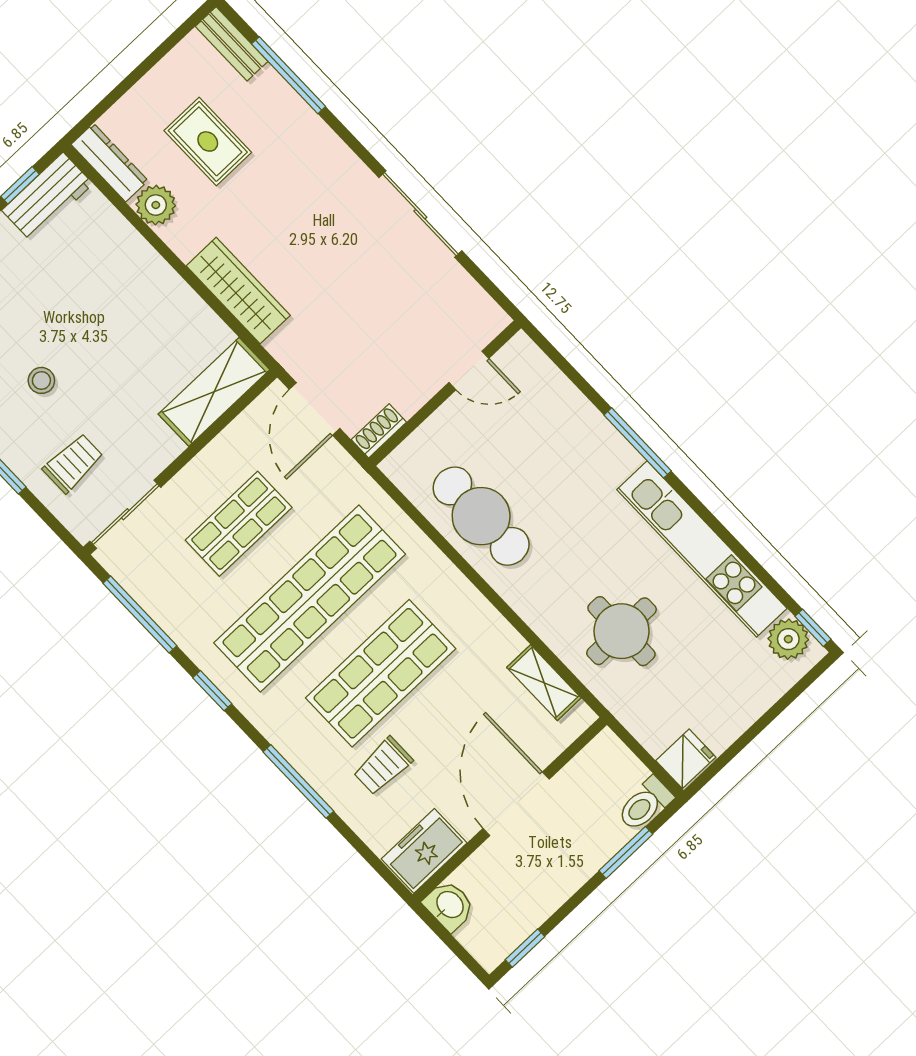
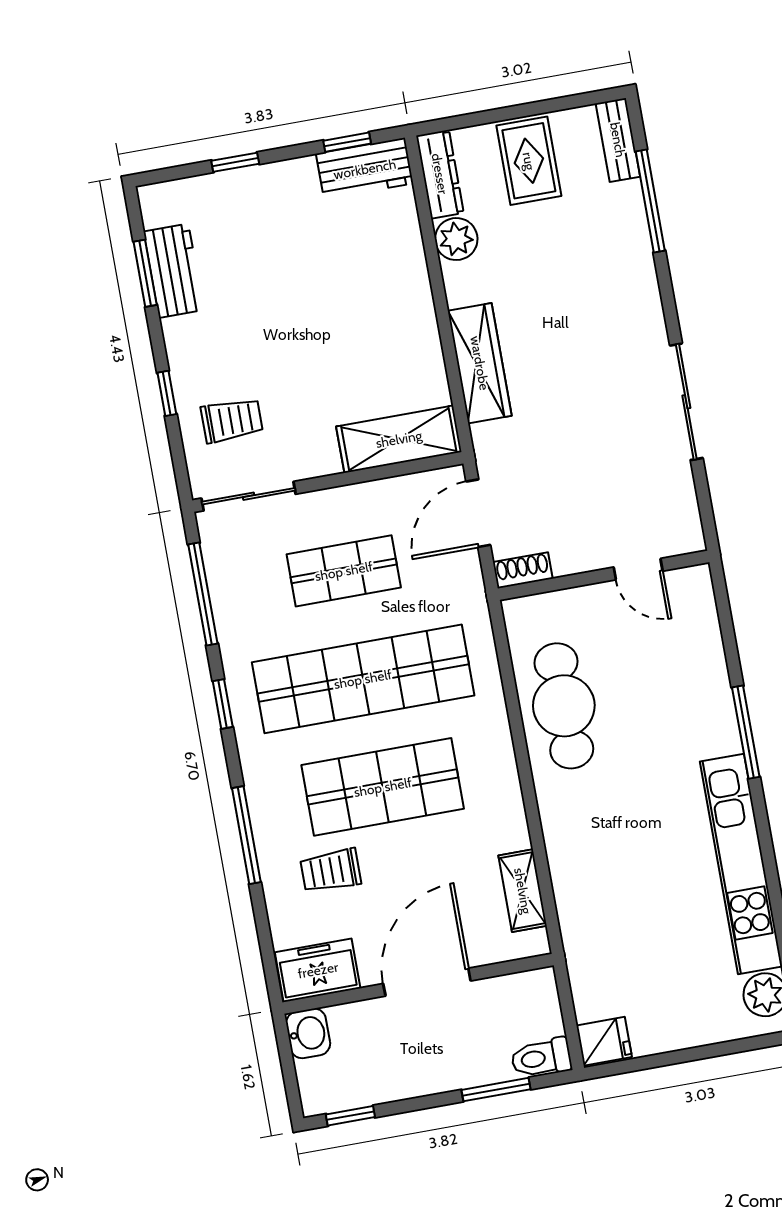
rug: (208, 141) -> (529, 161), moved
stool: (41, 380) -> (252, 328), removed
round table: (621, 631) -> (622, 890), removed

